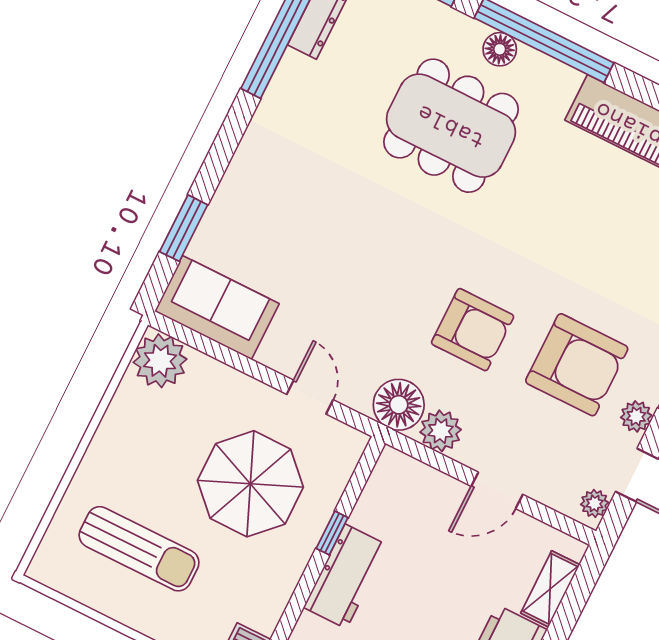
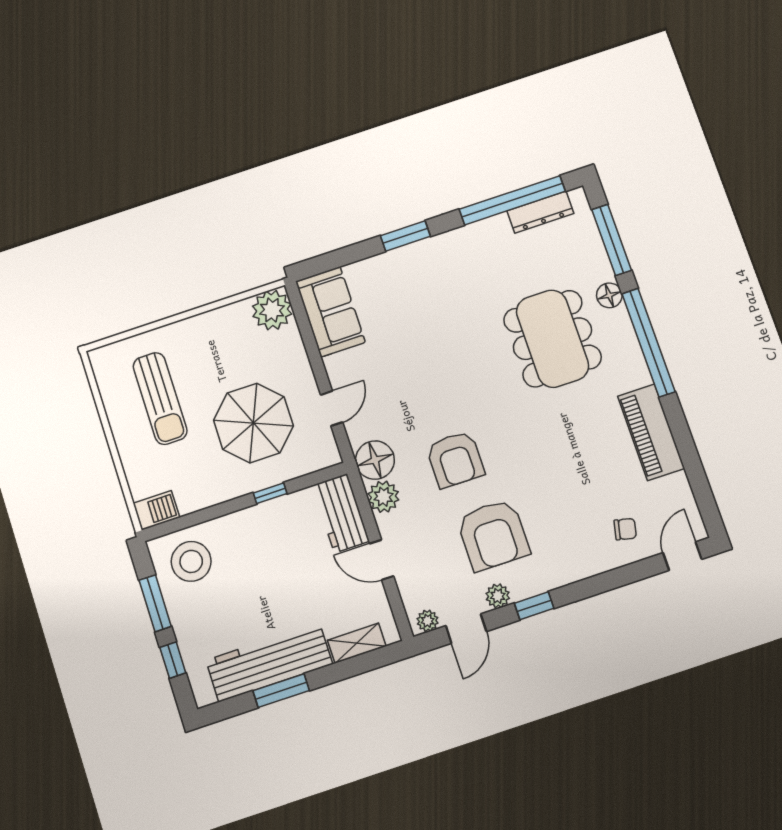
floor lamp: (500, 49) -> (609, 295), moved
window: (184, 228) -> (405, 236), moved
workbench: (346, 576) -> (341, 513), moved, turned 90

